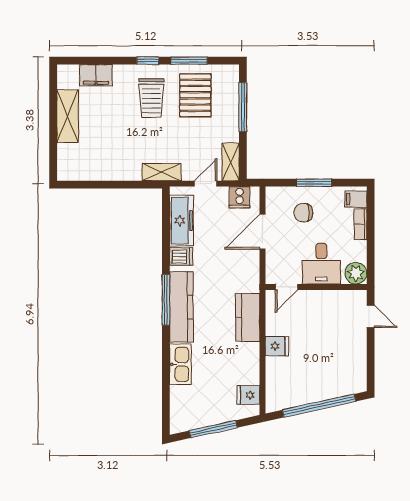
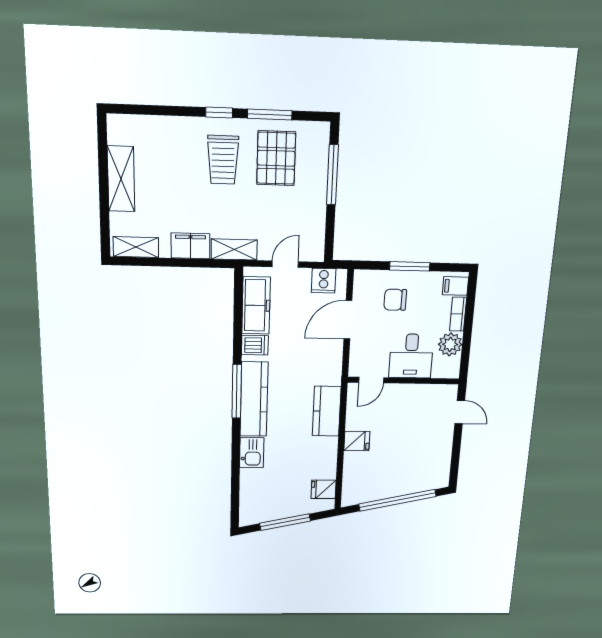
filing cabinet: (96, 75) -> (191, 246), moved, turned 180
shelving: (231, 162) -> (136, 247), moved, turned 90
plant: (356, 273) -> (450, 344), moved
kitchen sink: (180, 364) -> (252, 453), width x0.73

